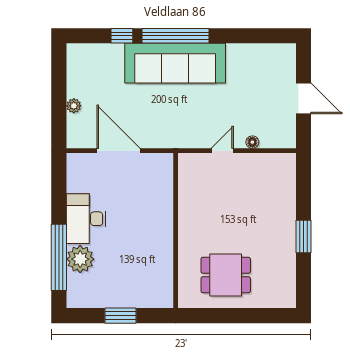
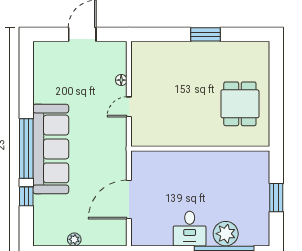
plant: (74, 106) -> (74, 239), moved
door: (222, 151) -> (129, 107), hinge flipped
desk: (86, 219) -> (190, 229), width x0.73

